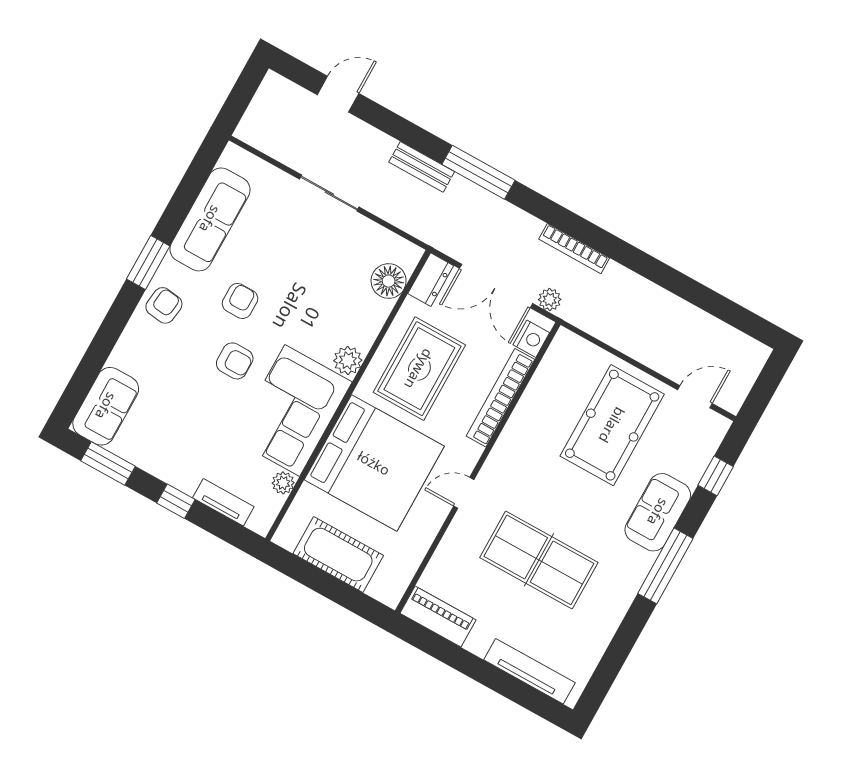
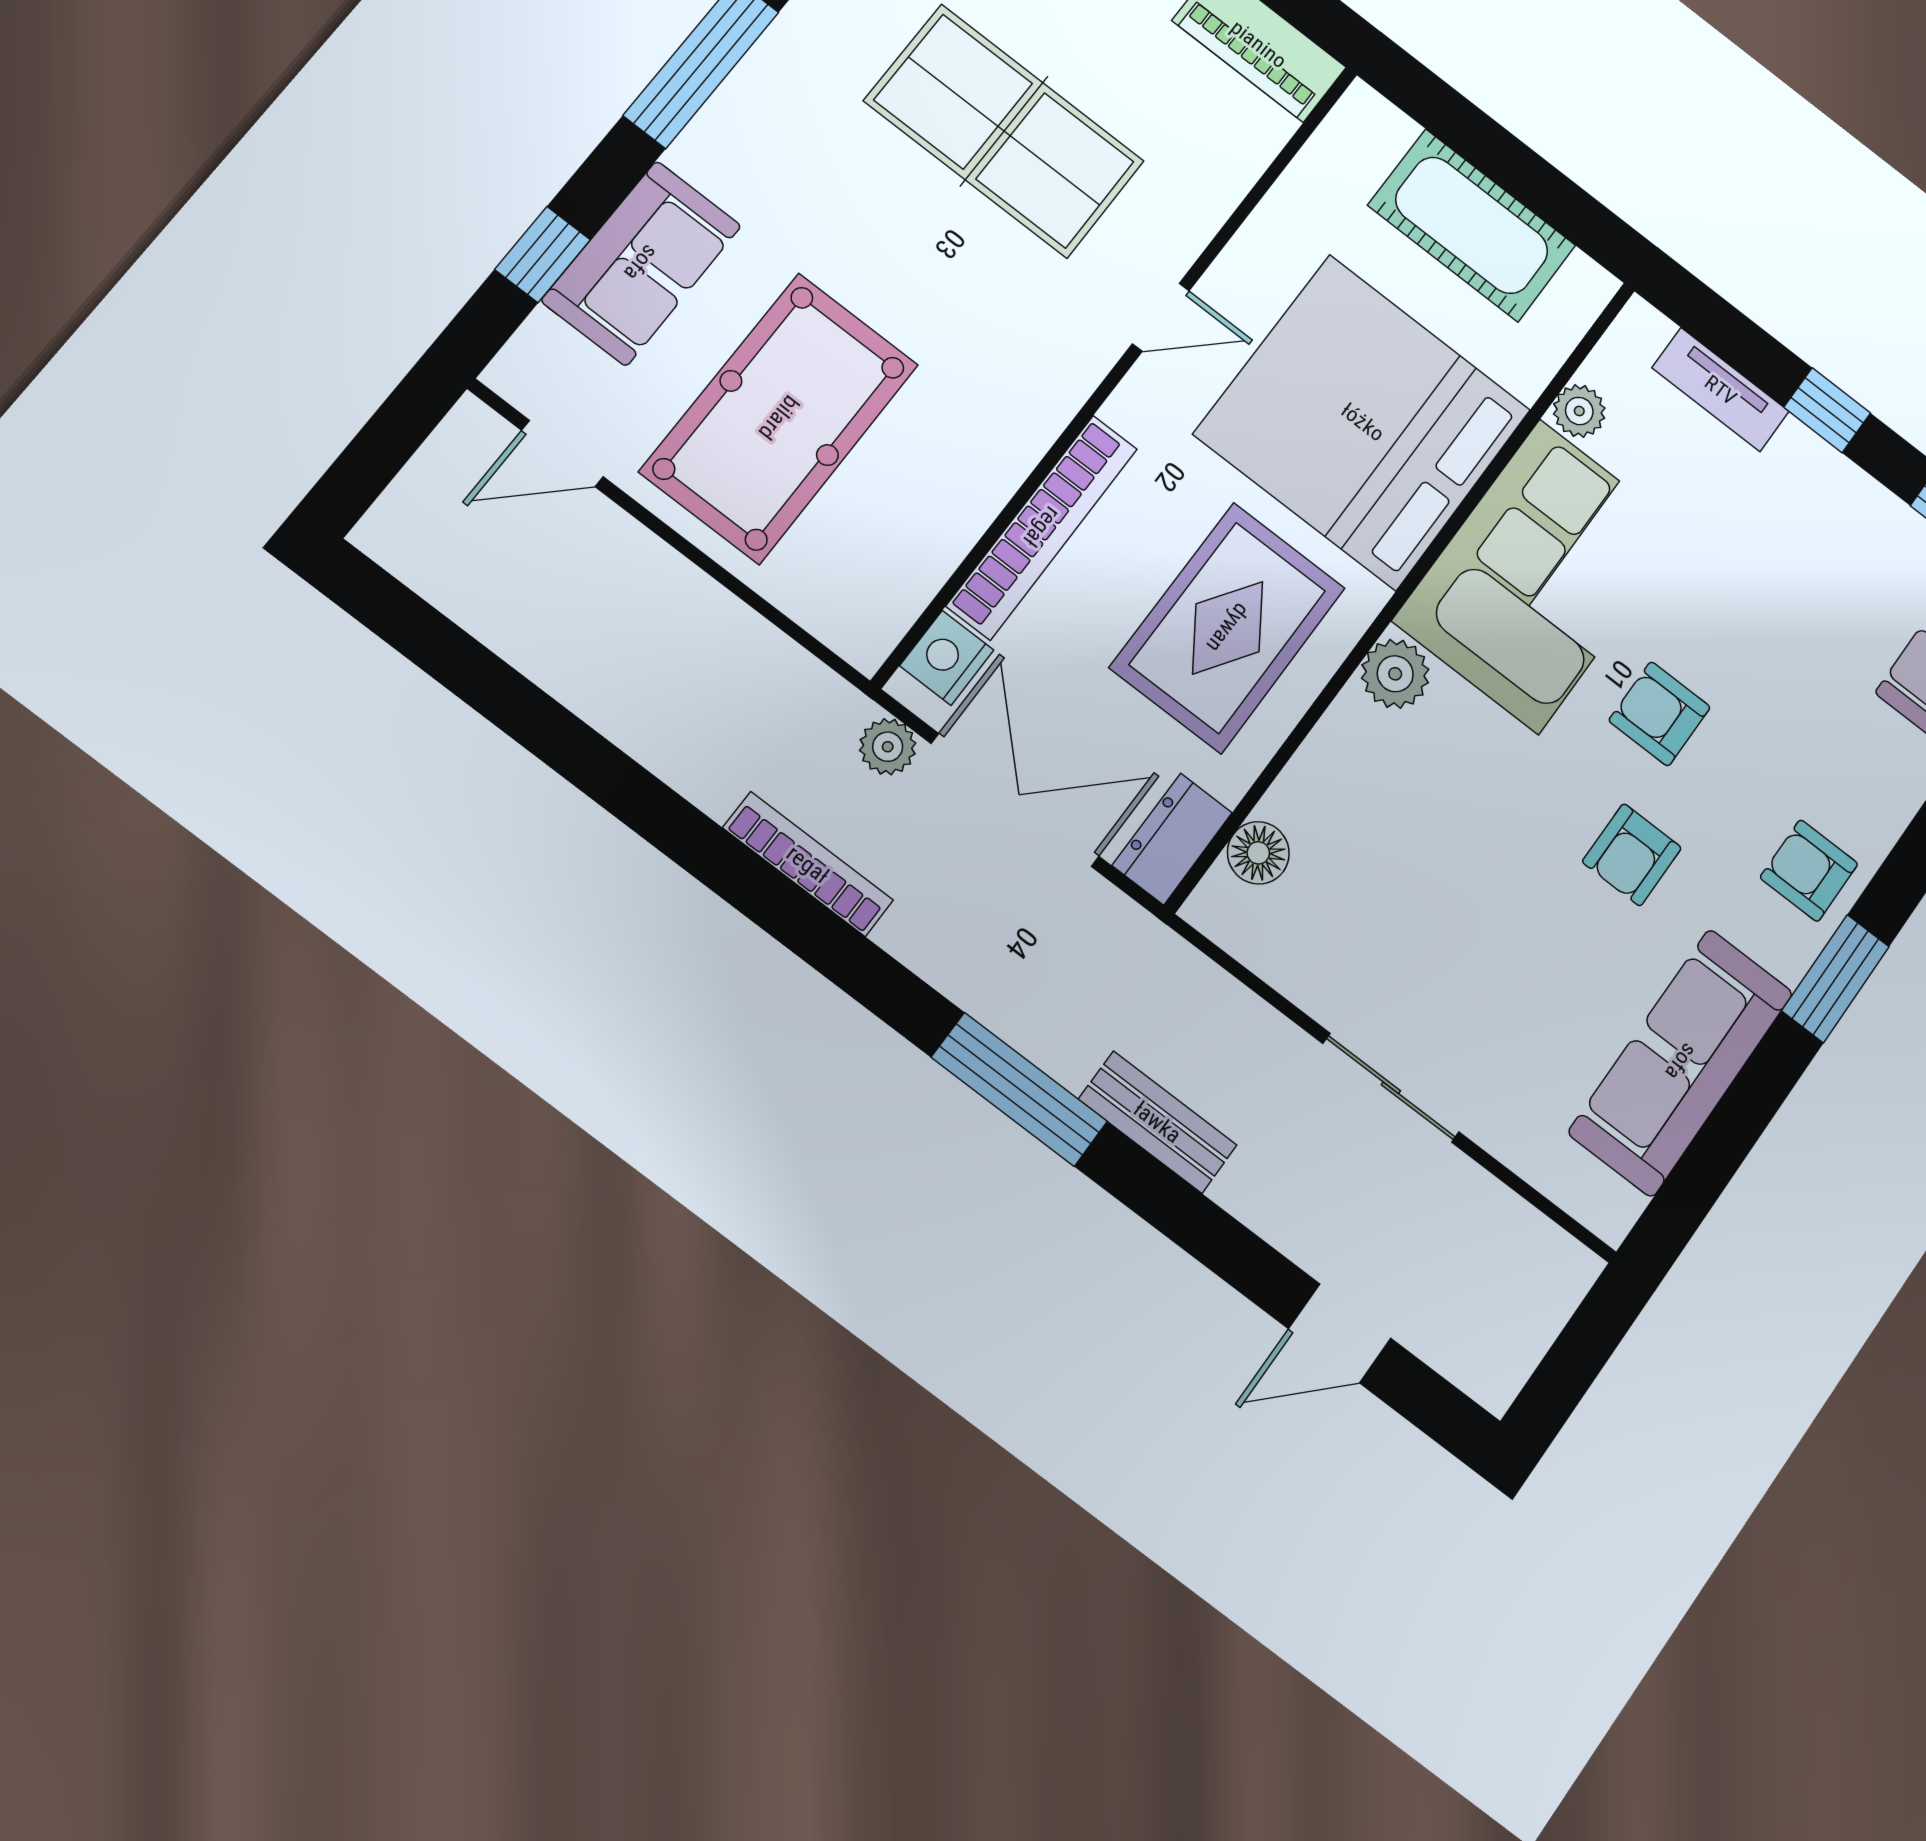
floor lamp: (389, 281) -> (1258, 853), width x0.73, depth x0.73
armchair: (164, 305) -> (1809, 871), turned 83
sofa: (658, 512) -> (641, 263), moved

